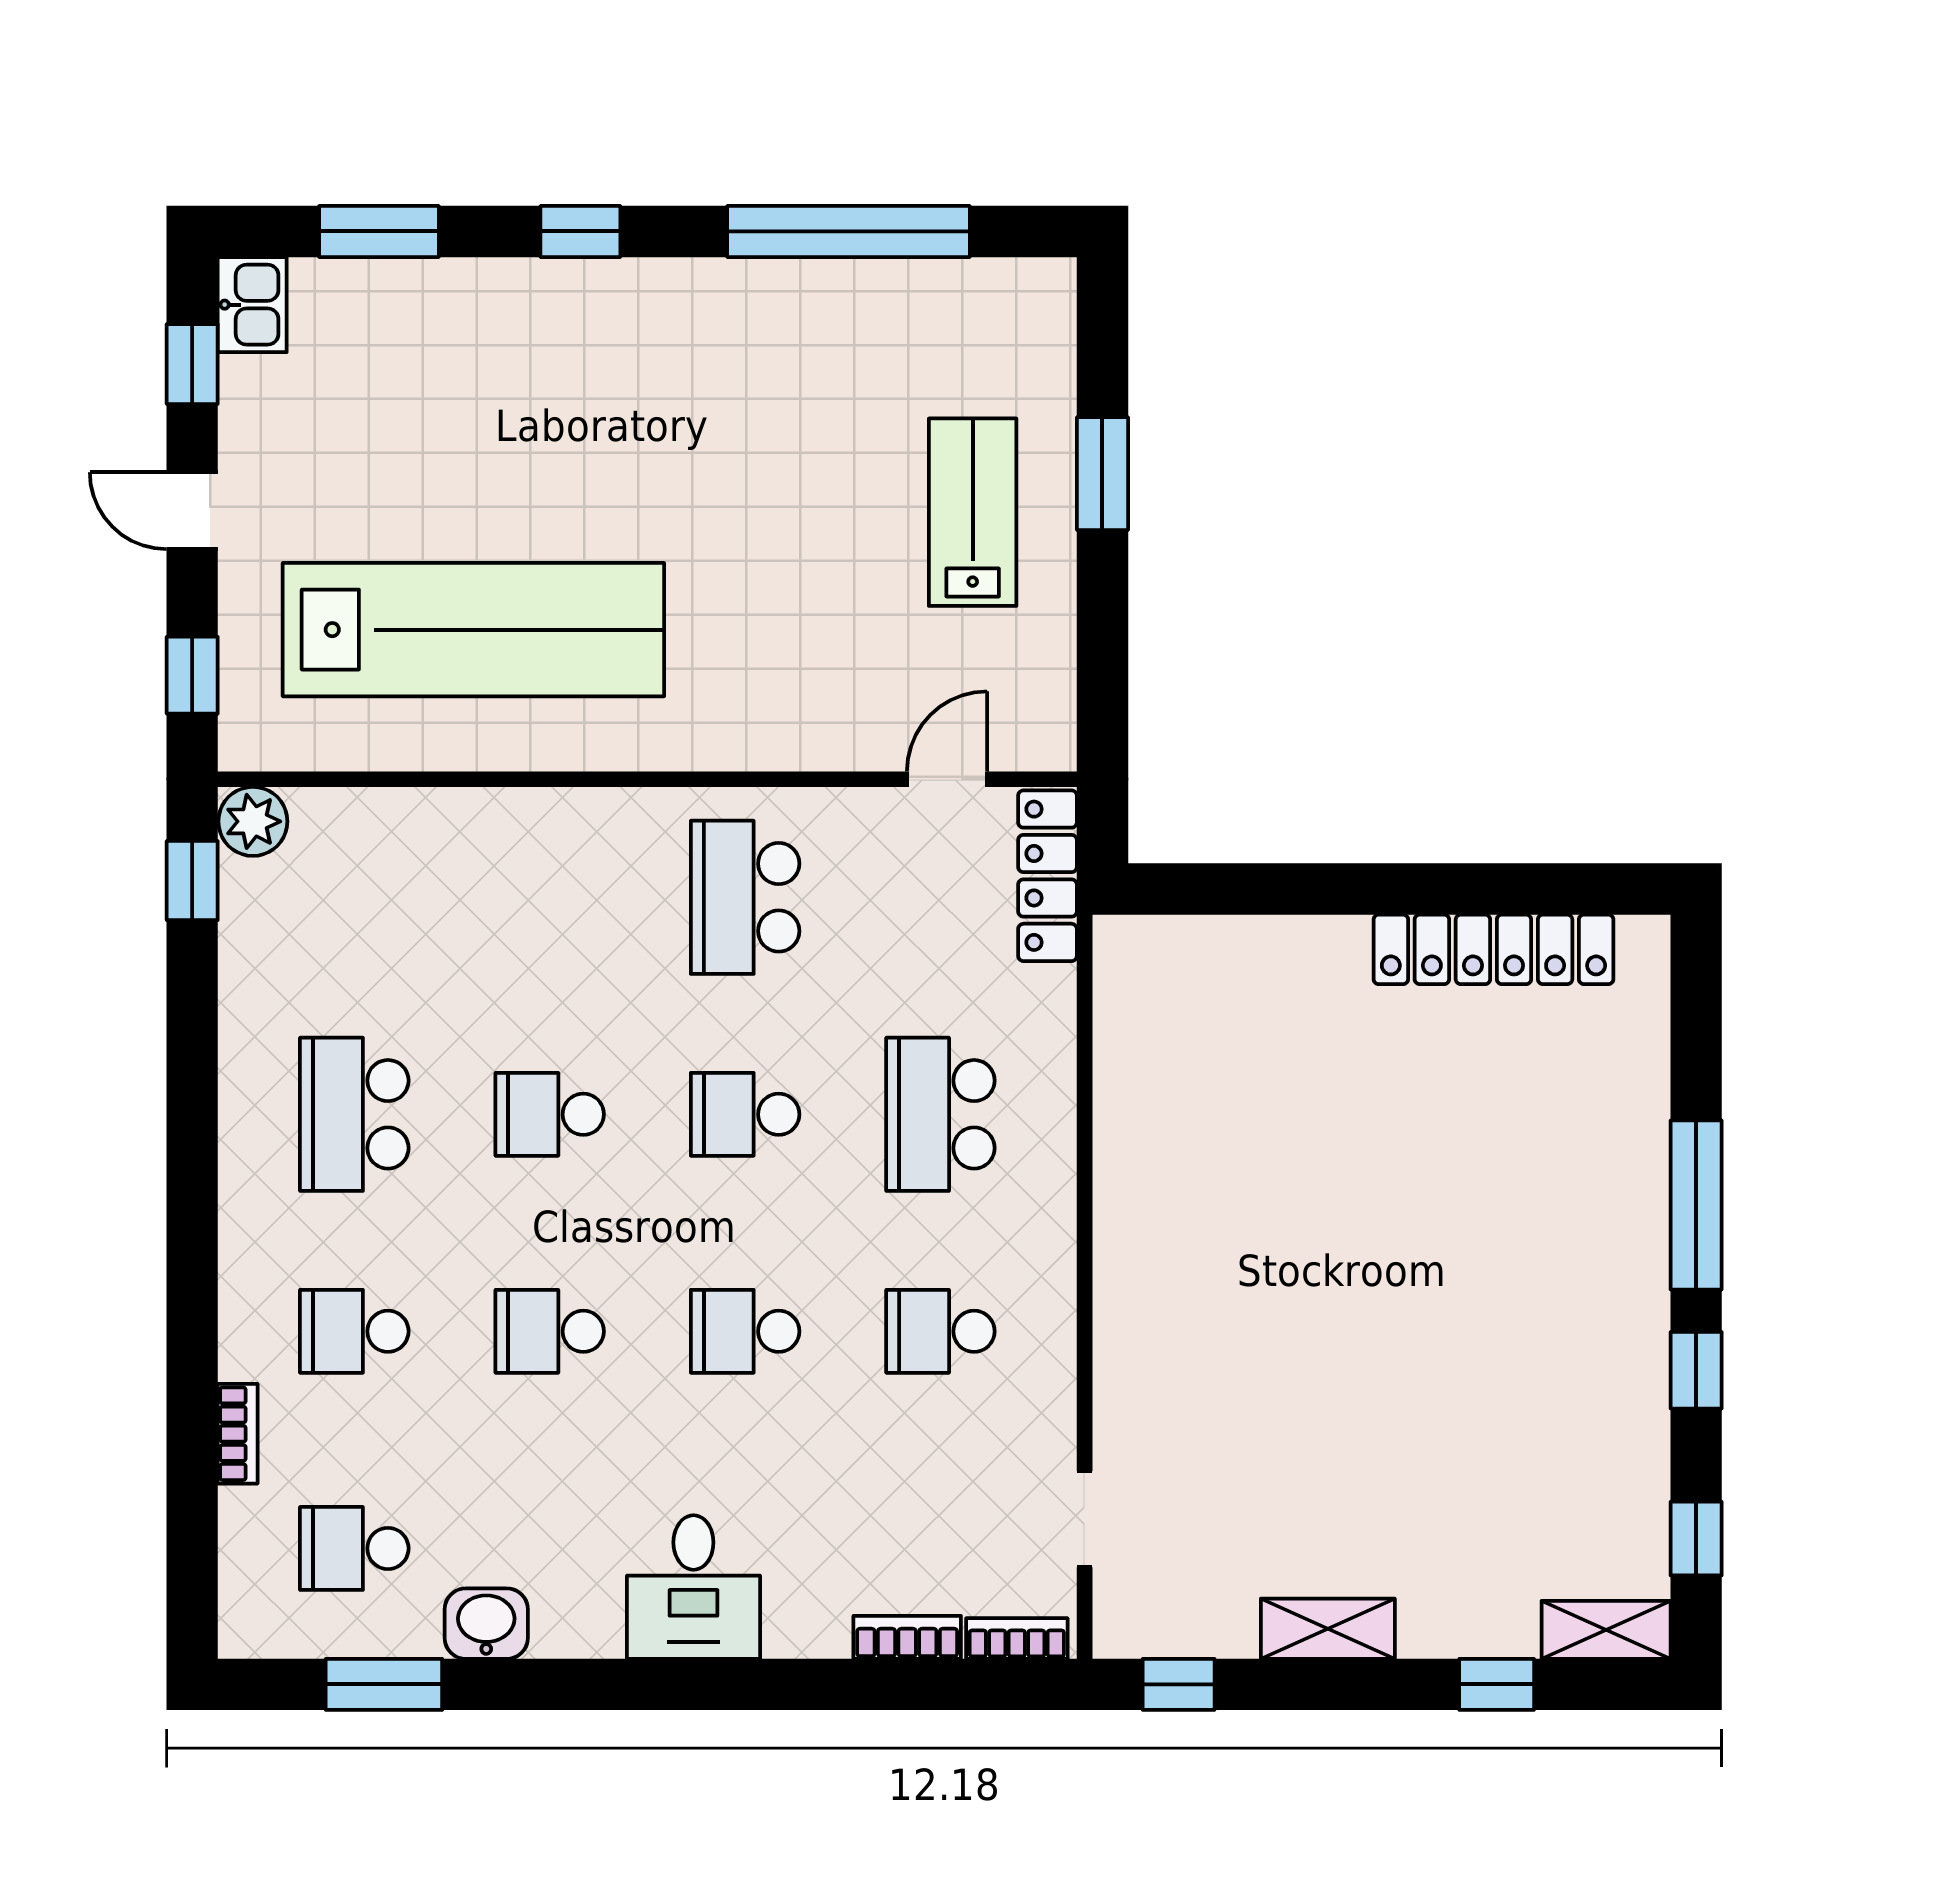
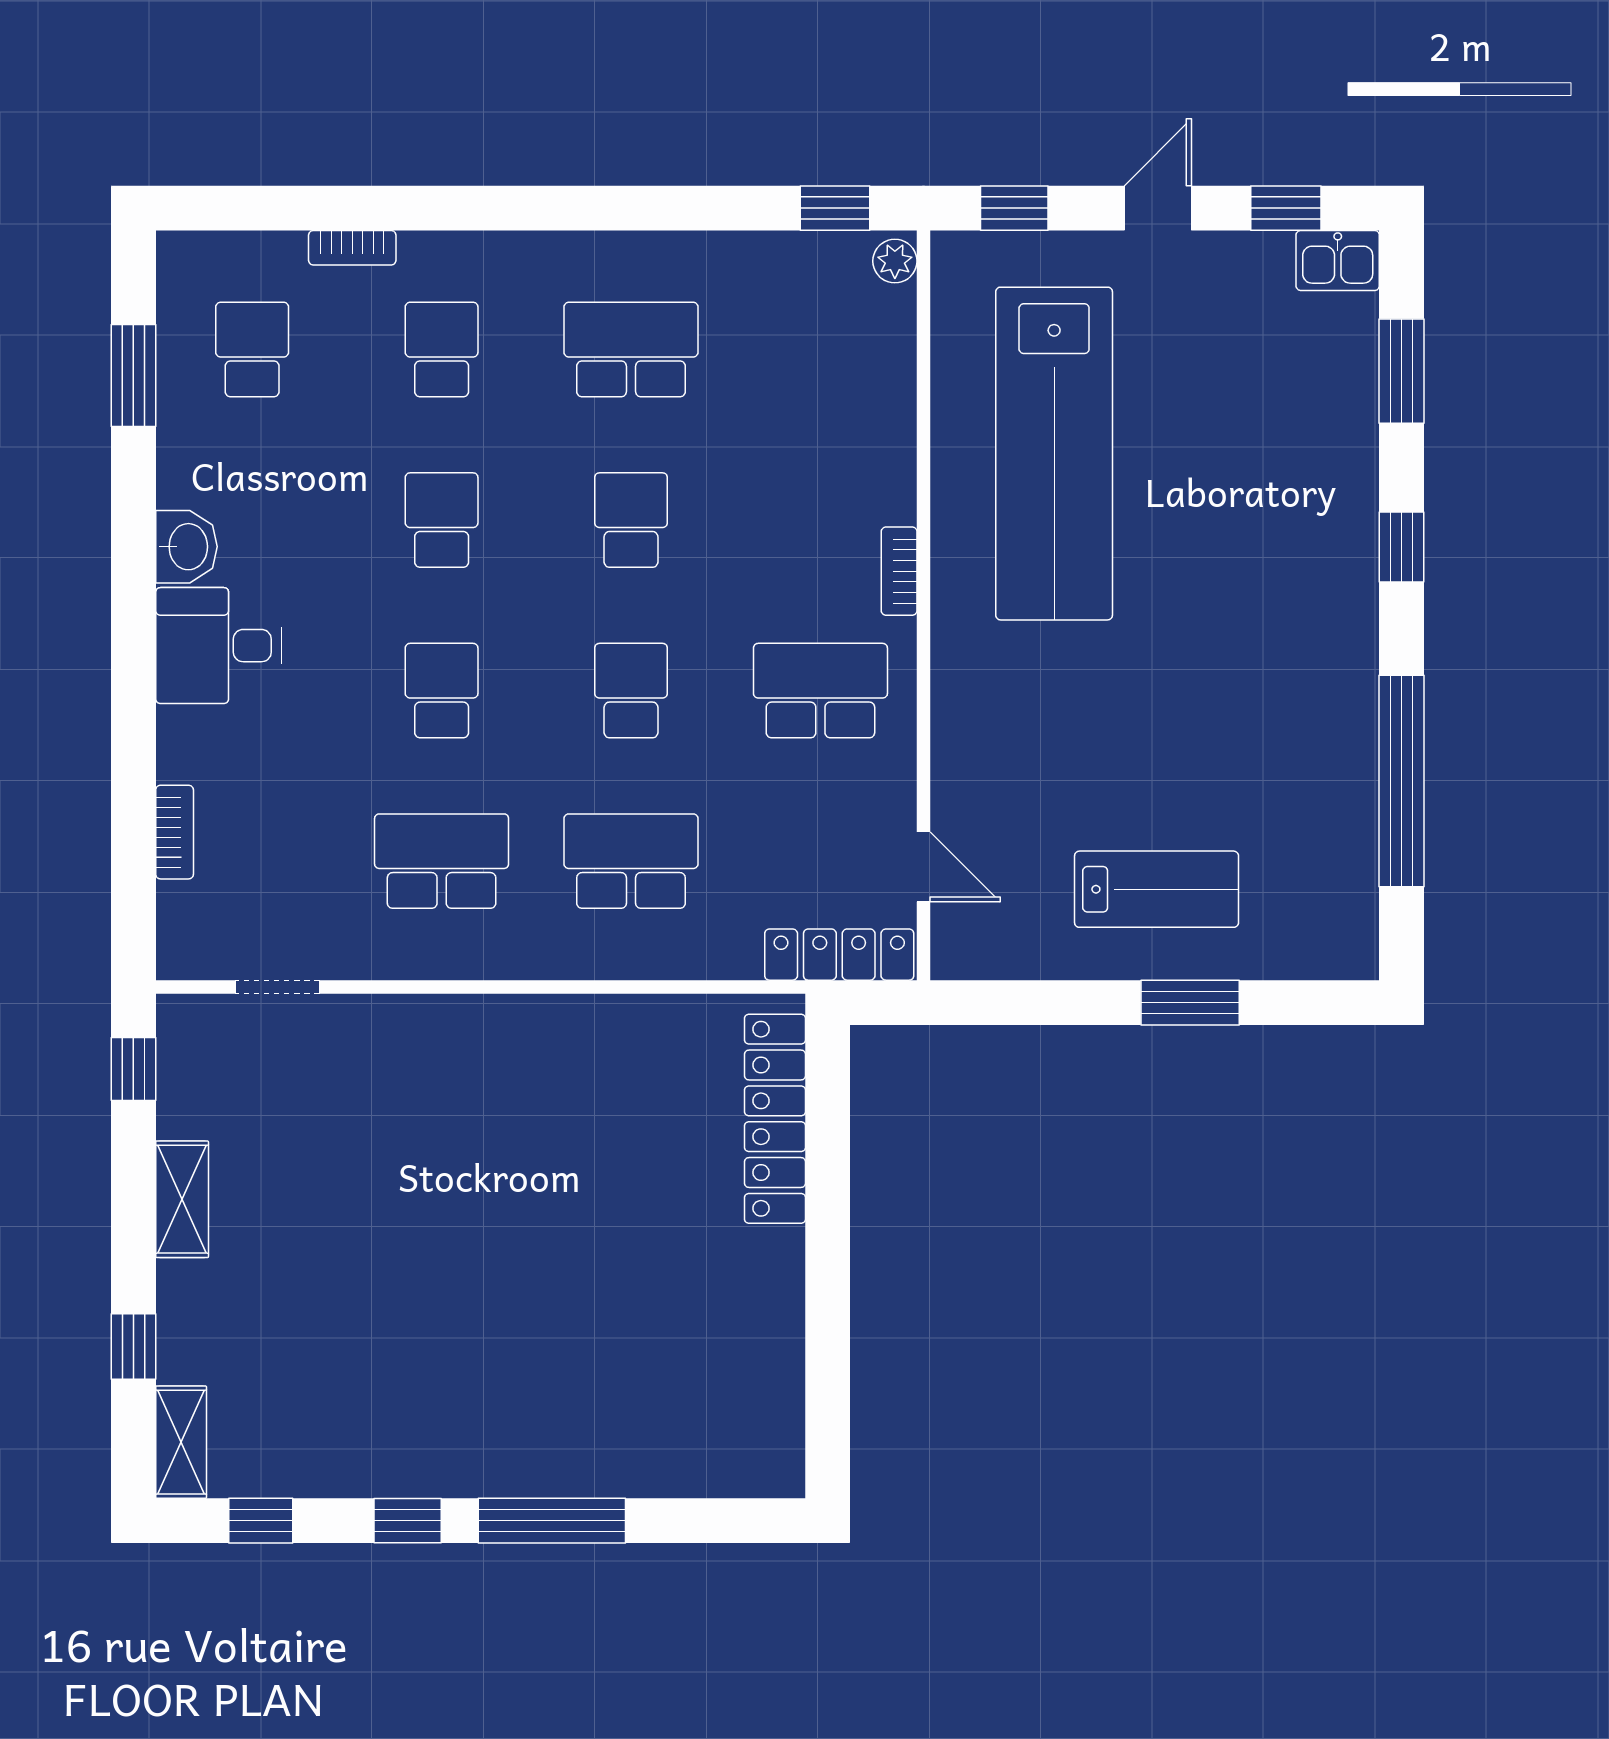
plant: (253, 821) -> (895, 261), width x0.73, depth x0.73
locker: (1493, 949) -> (775, 1119), moved
school desk: (940, 1331) -> (442, 861), width x1.85
washbasin: (486, 1624) -> (186, 547), moved
bookcase: (1017, 1639) -> (899, 571), moved, turned 180

